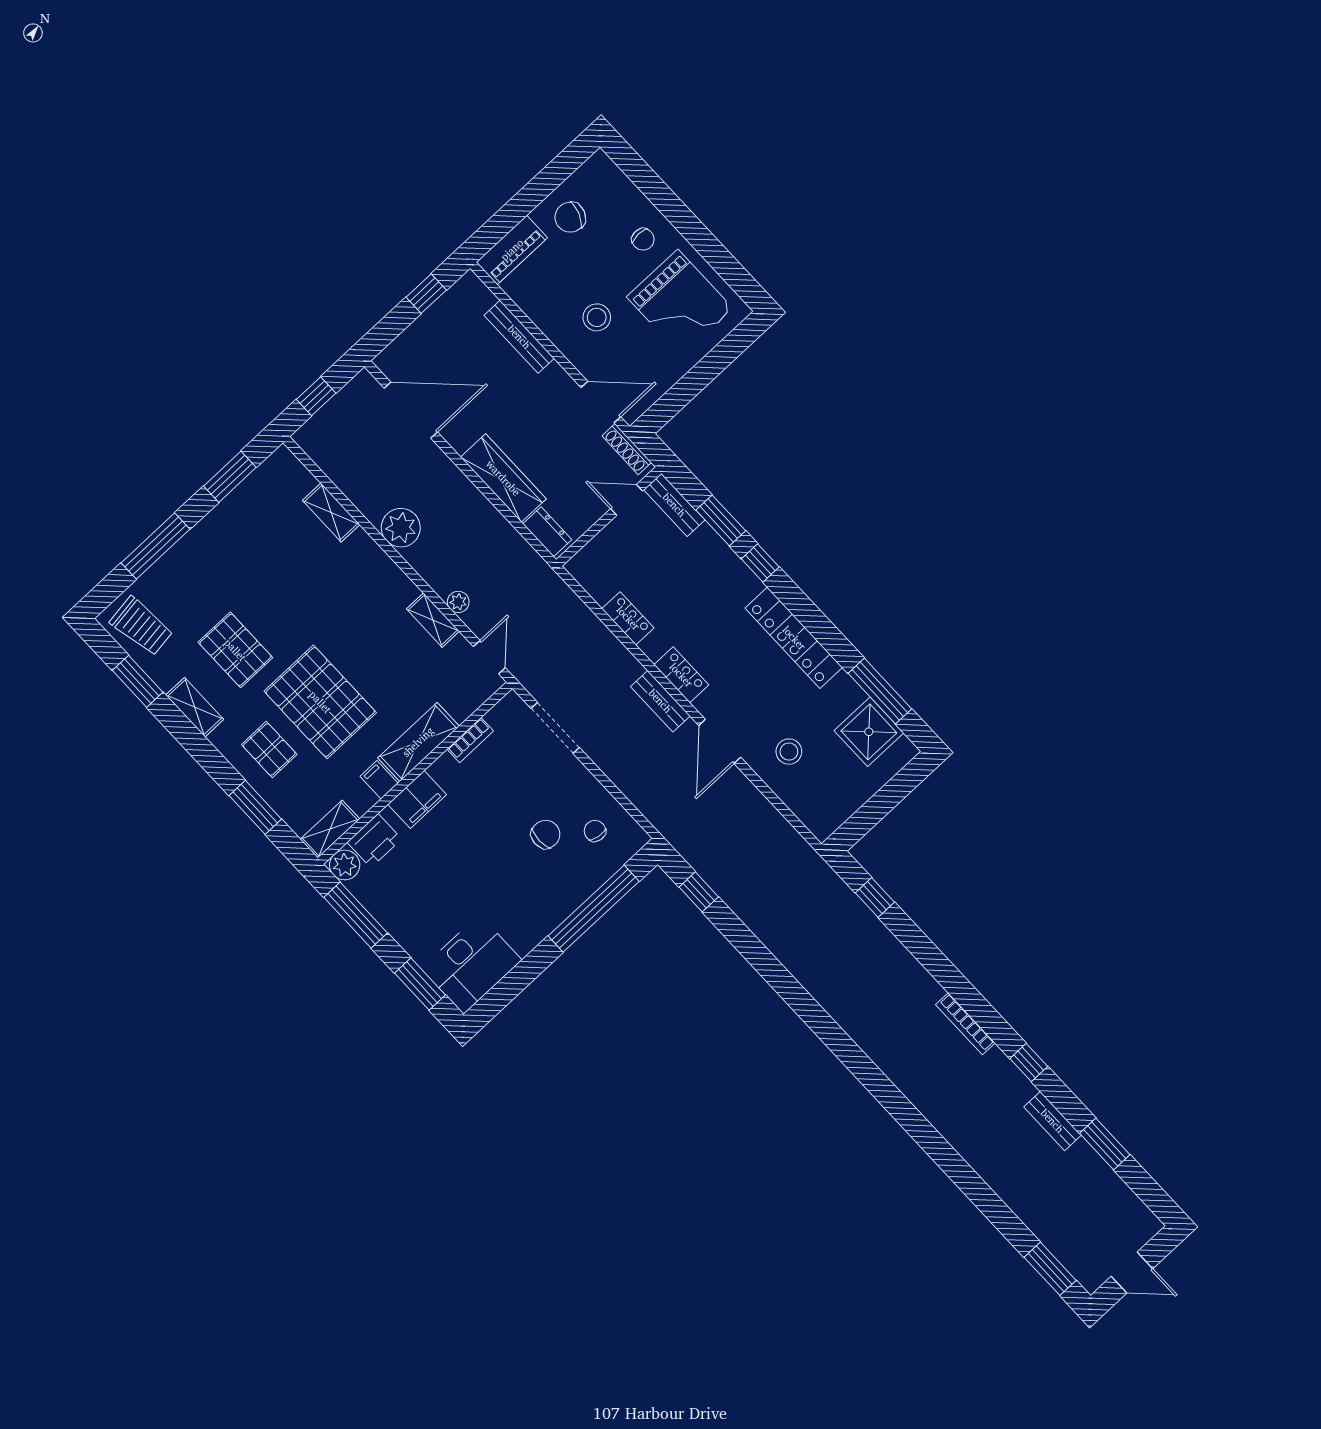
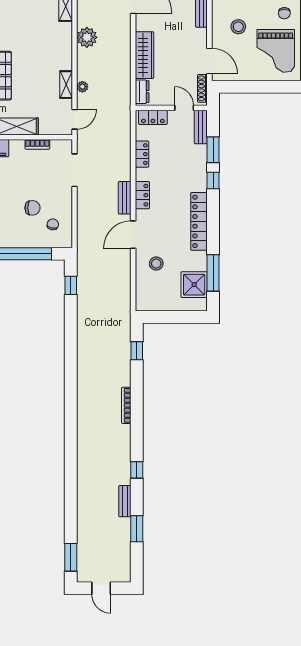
locker: (595, 553) -> (153, 117), added
bookcase: (965, 1024) -> (126, 405), moved

